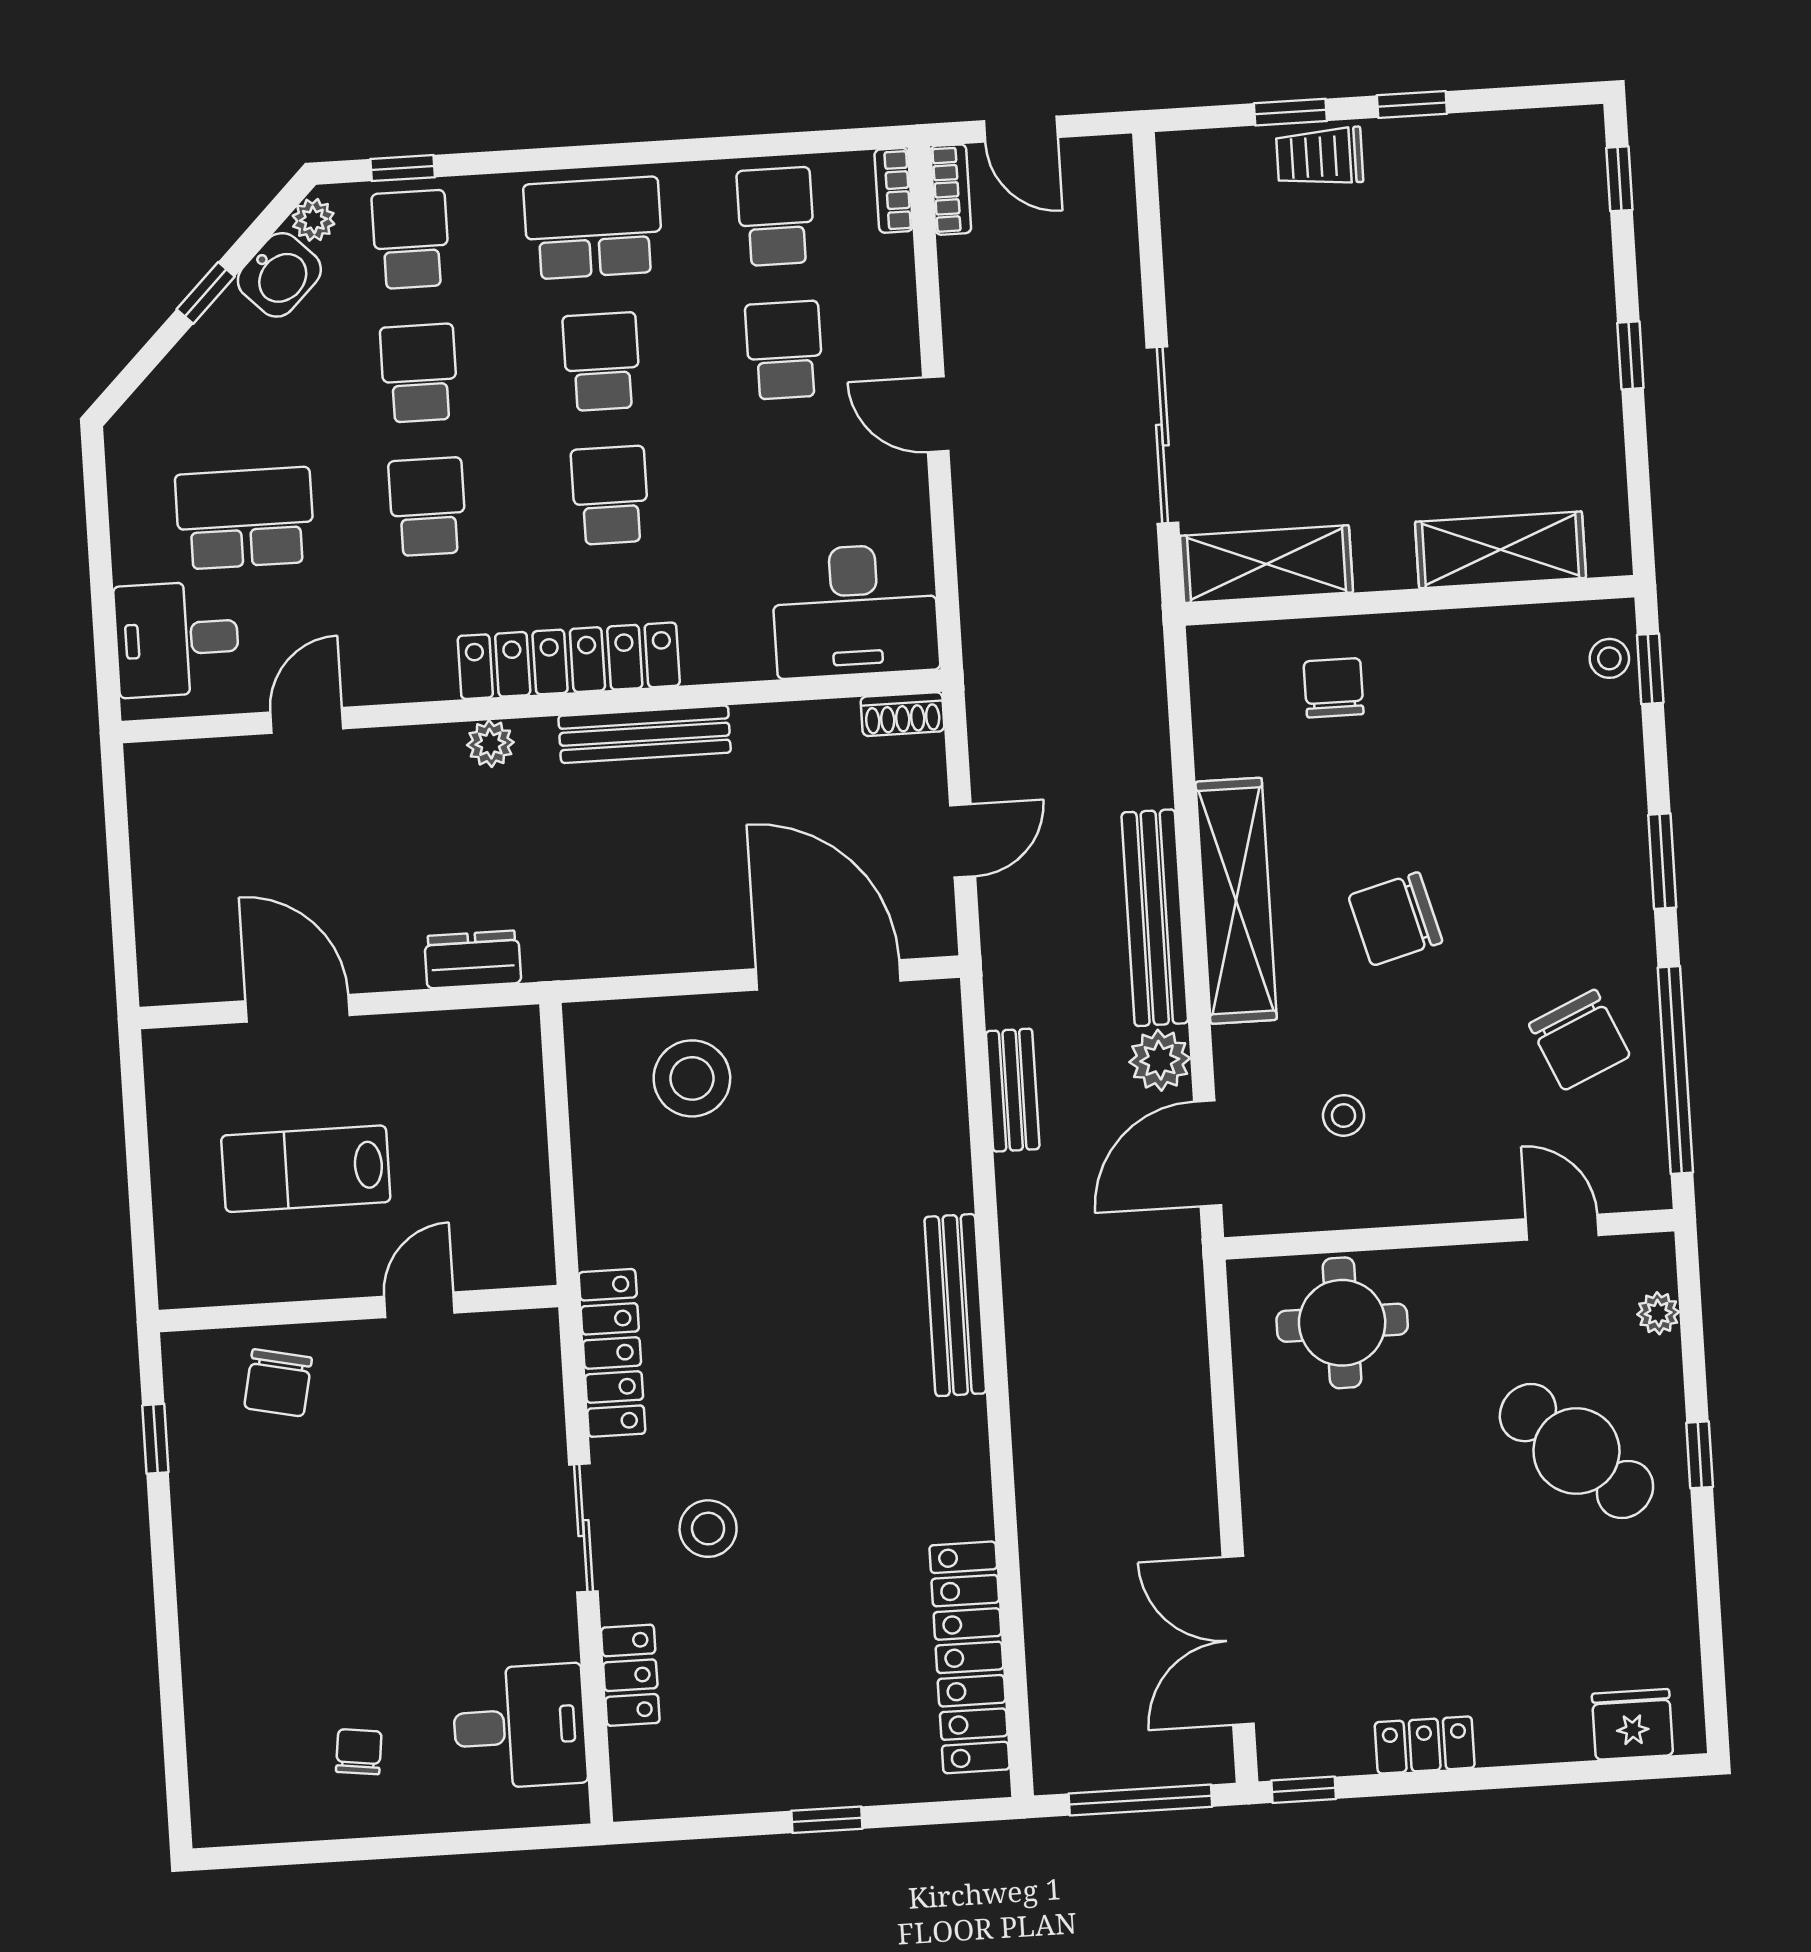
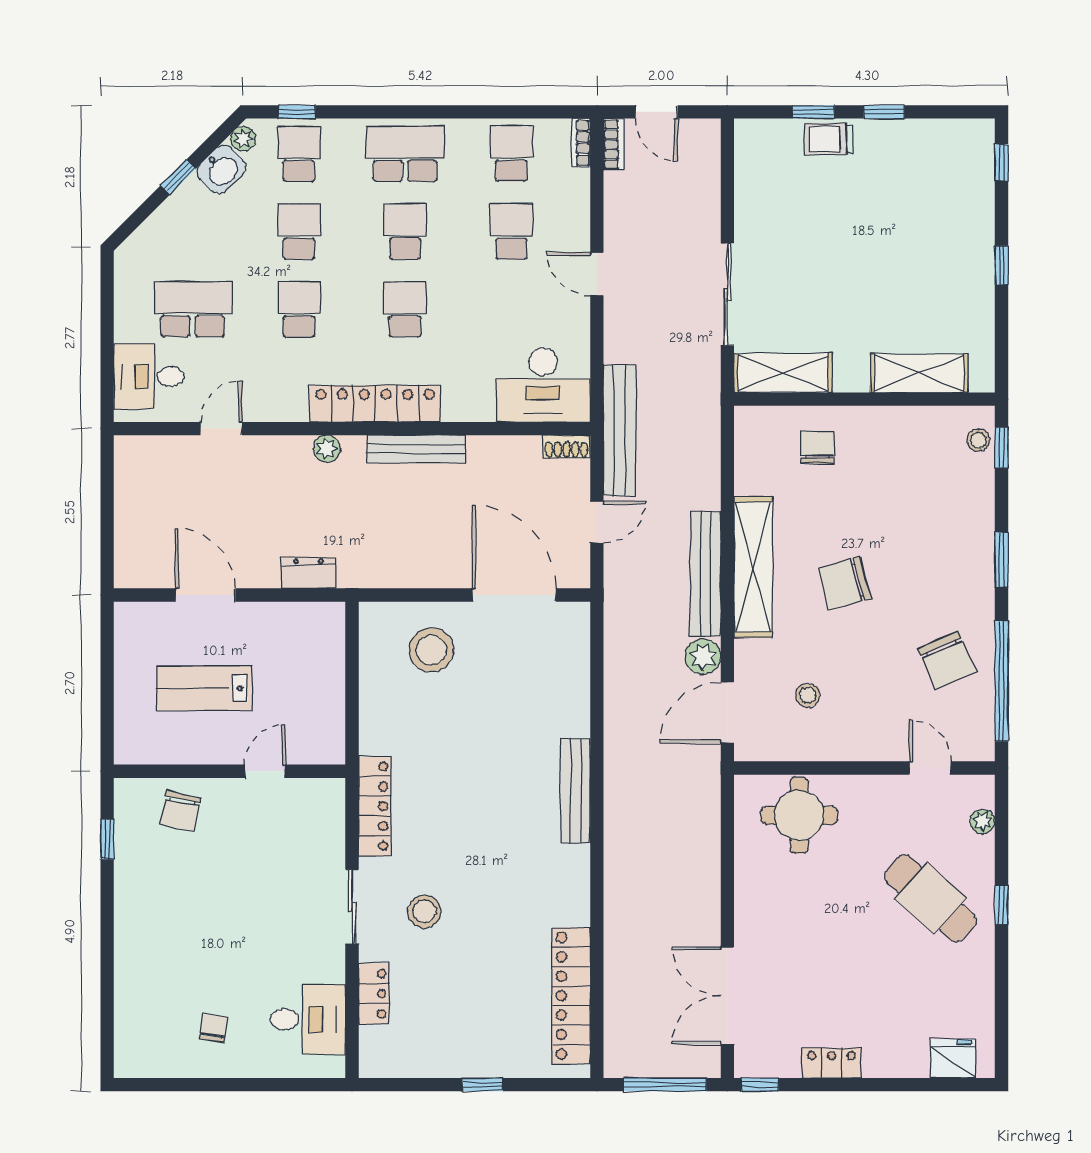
bench: (1013, 1090) -> (620, 430), moved, width x1.86, depth x1.21

